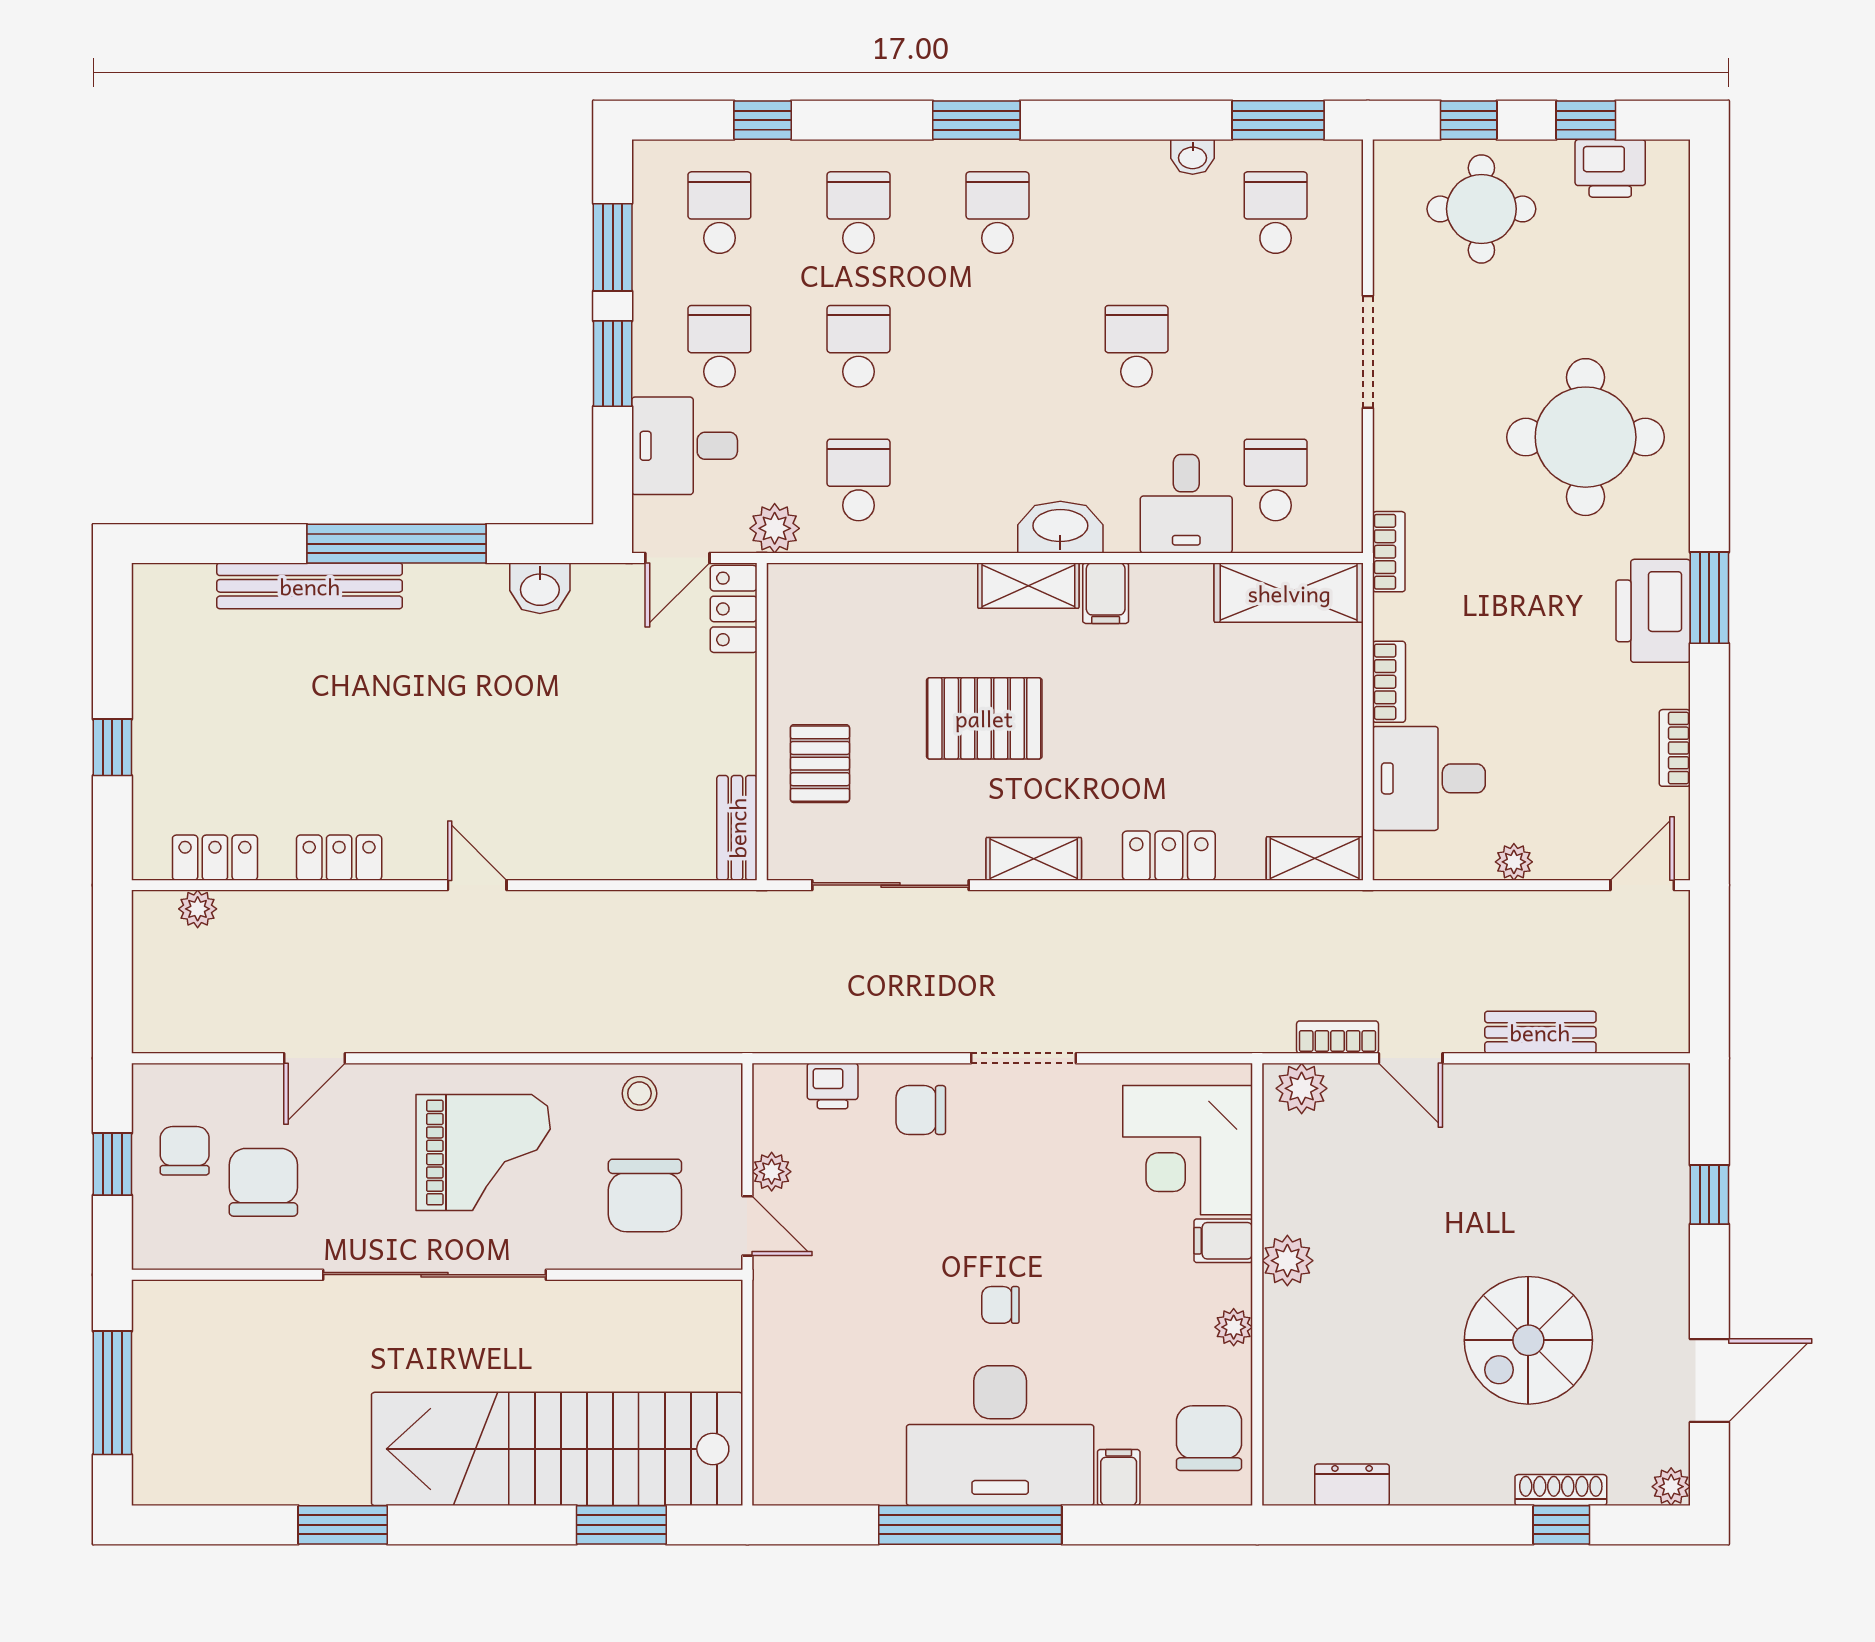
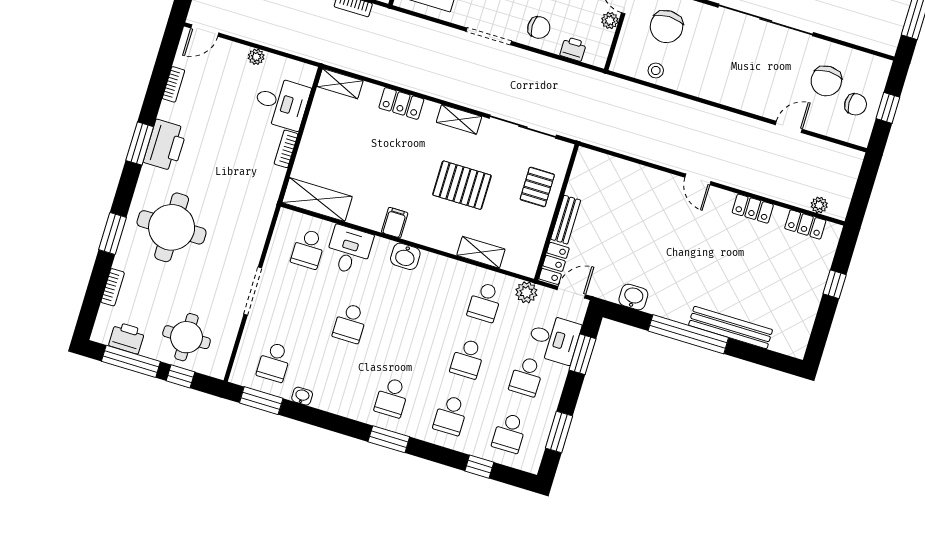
window: (1586, 120) -> (131, 361), width x2.17
window: (613, 364) -> (582, 354), moved
window: (1709, 385) -> (113, 233), added
washbasin: (1060, 527) -> (405, 256), width x0.72
bookcase: (1389, 552) -> (113, 287), moved, turned 180
shelving: (1028, 586) -> (481, 252), moved
bench: (737, 828) -> (566, 220), moved
chair: (185, 1151) -> (856, 104), turned -90
grand piano: (483, 1152) -> (729, 65), removed
chair: (645, 1195) -> (666, 27), turned 180

